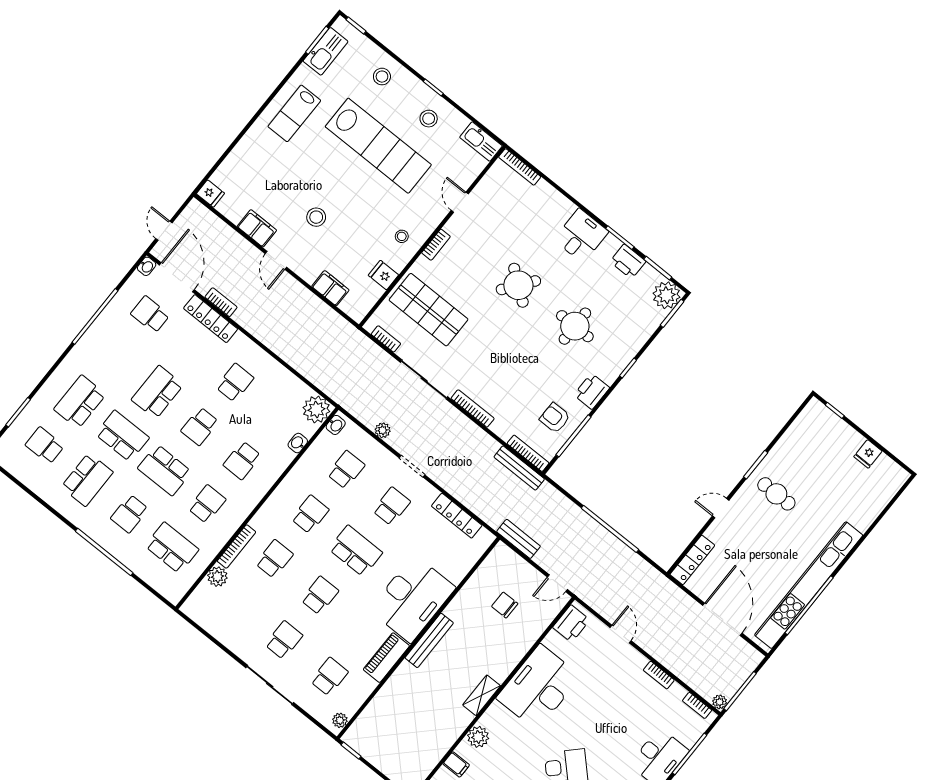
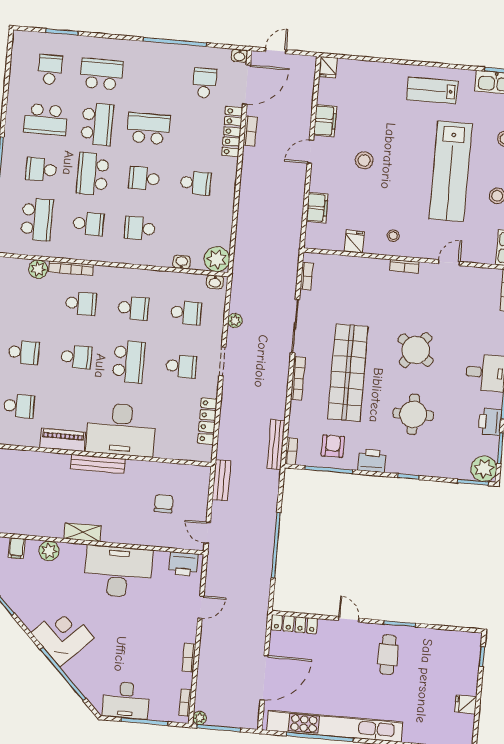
shop shelf: (429, 310) -> (348, 373), moved, width x1.40
bookcase: (528, 453) -> (291, 451), width x0.64

